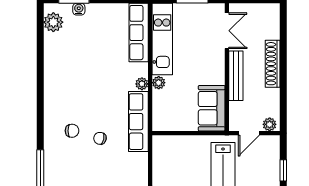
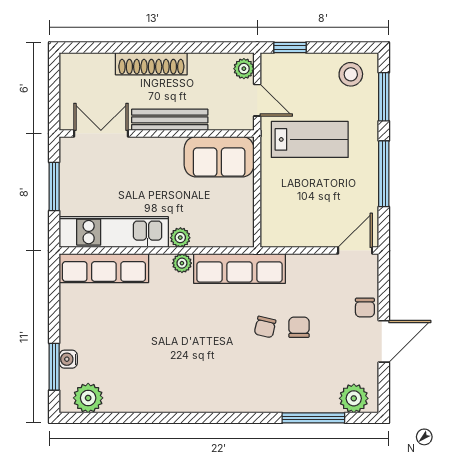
chair: (72, 131) -> (299, 327), moved
window: (283, 170) -> (290, 48), moved

